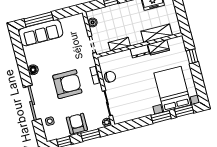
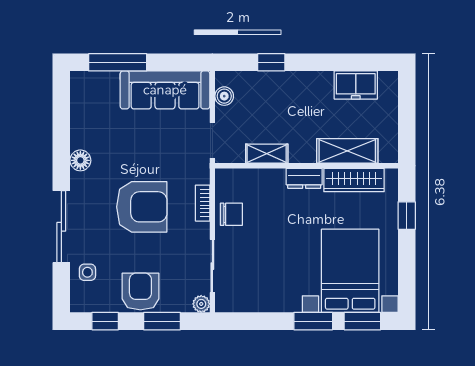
sofa: (41, 33) -> (165, 90), moved
wardrobe: (159, 47) -> (354, 180), width x1.50

